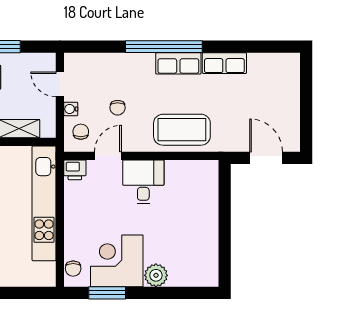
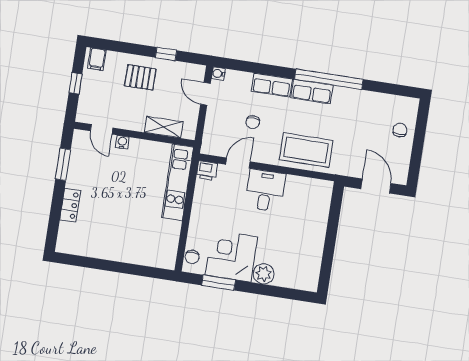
window: (164, 47) -> (329, 79), moved
row of seats: (224, 63) -> (272, 85), moved
water cooler: (71, 109) -> (218, 74), moved
chair: (81, 132) -> (400, 130), moved
kitchen unit: (44, 203) -> (178, 182), width x0.73

